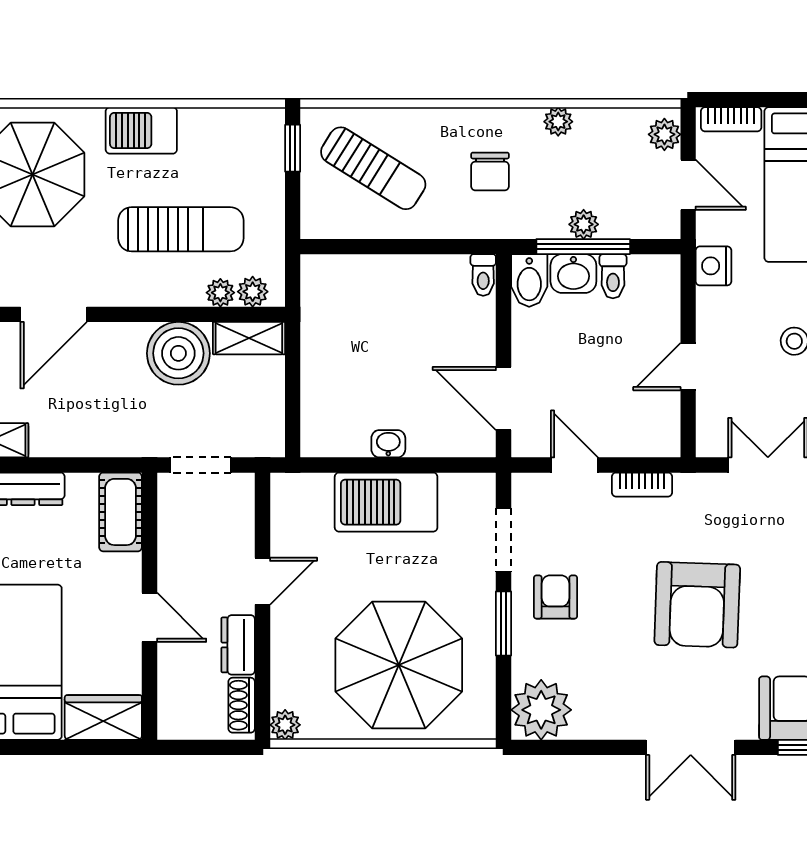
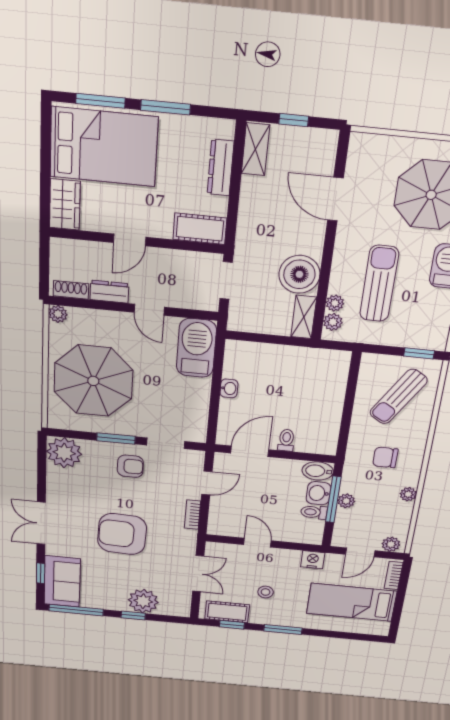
sun lounger: (181, 229) -> (379, 284), turned 180
toilet: (483, 275) -> (286, 440), moved, turned 90
barbecue: (386, 502) -> (196, 348), moved

